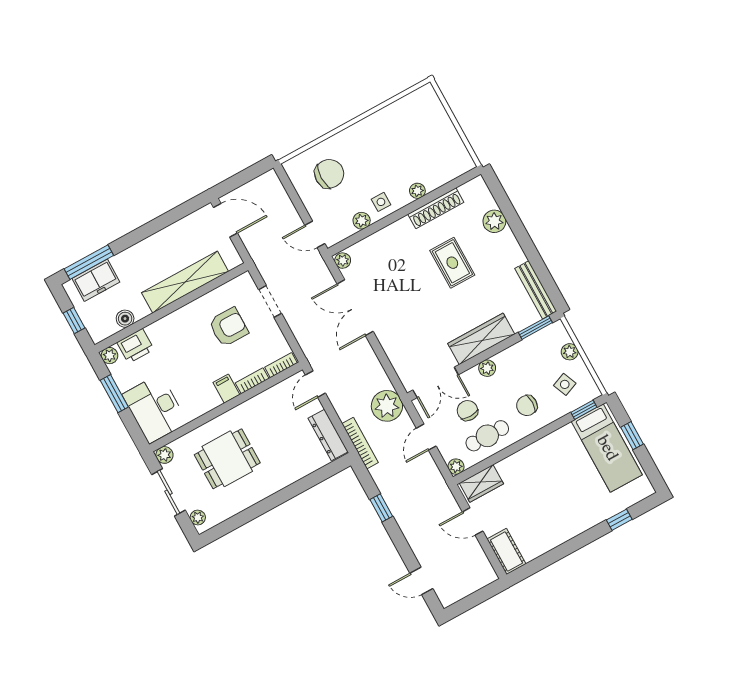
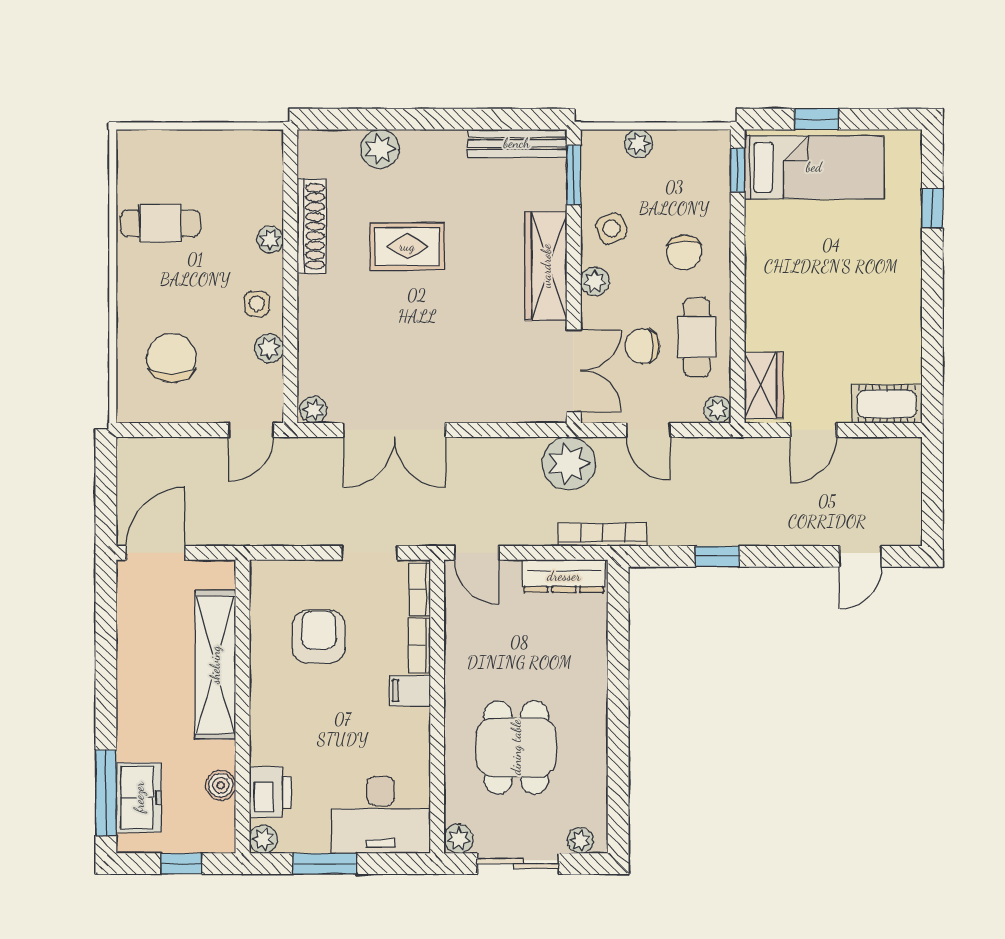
cafe table: (395, 130) -> (160, 223), added
doorway: (270, 301) -> (370, 553), moved
side table: (565, 384) -> (611, 228), moved

